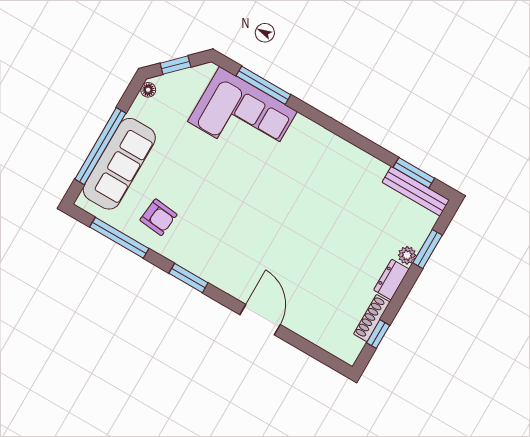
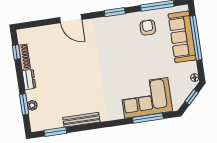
bench: (416, 191) -> (81, 120), moved
armchair: (158, 217) -> (148, 28), turned 84
plant: (407, 255) -> (32, 105), moved

